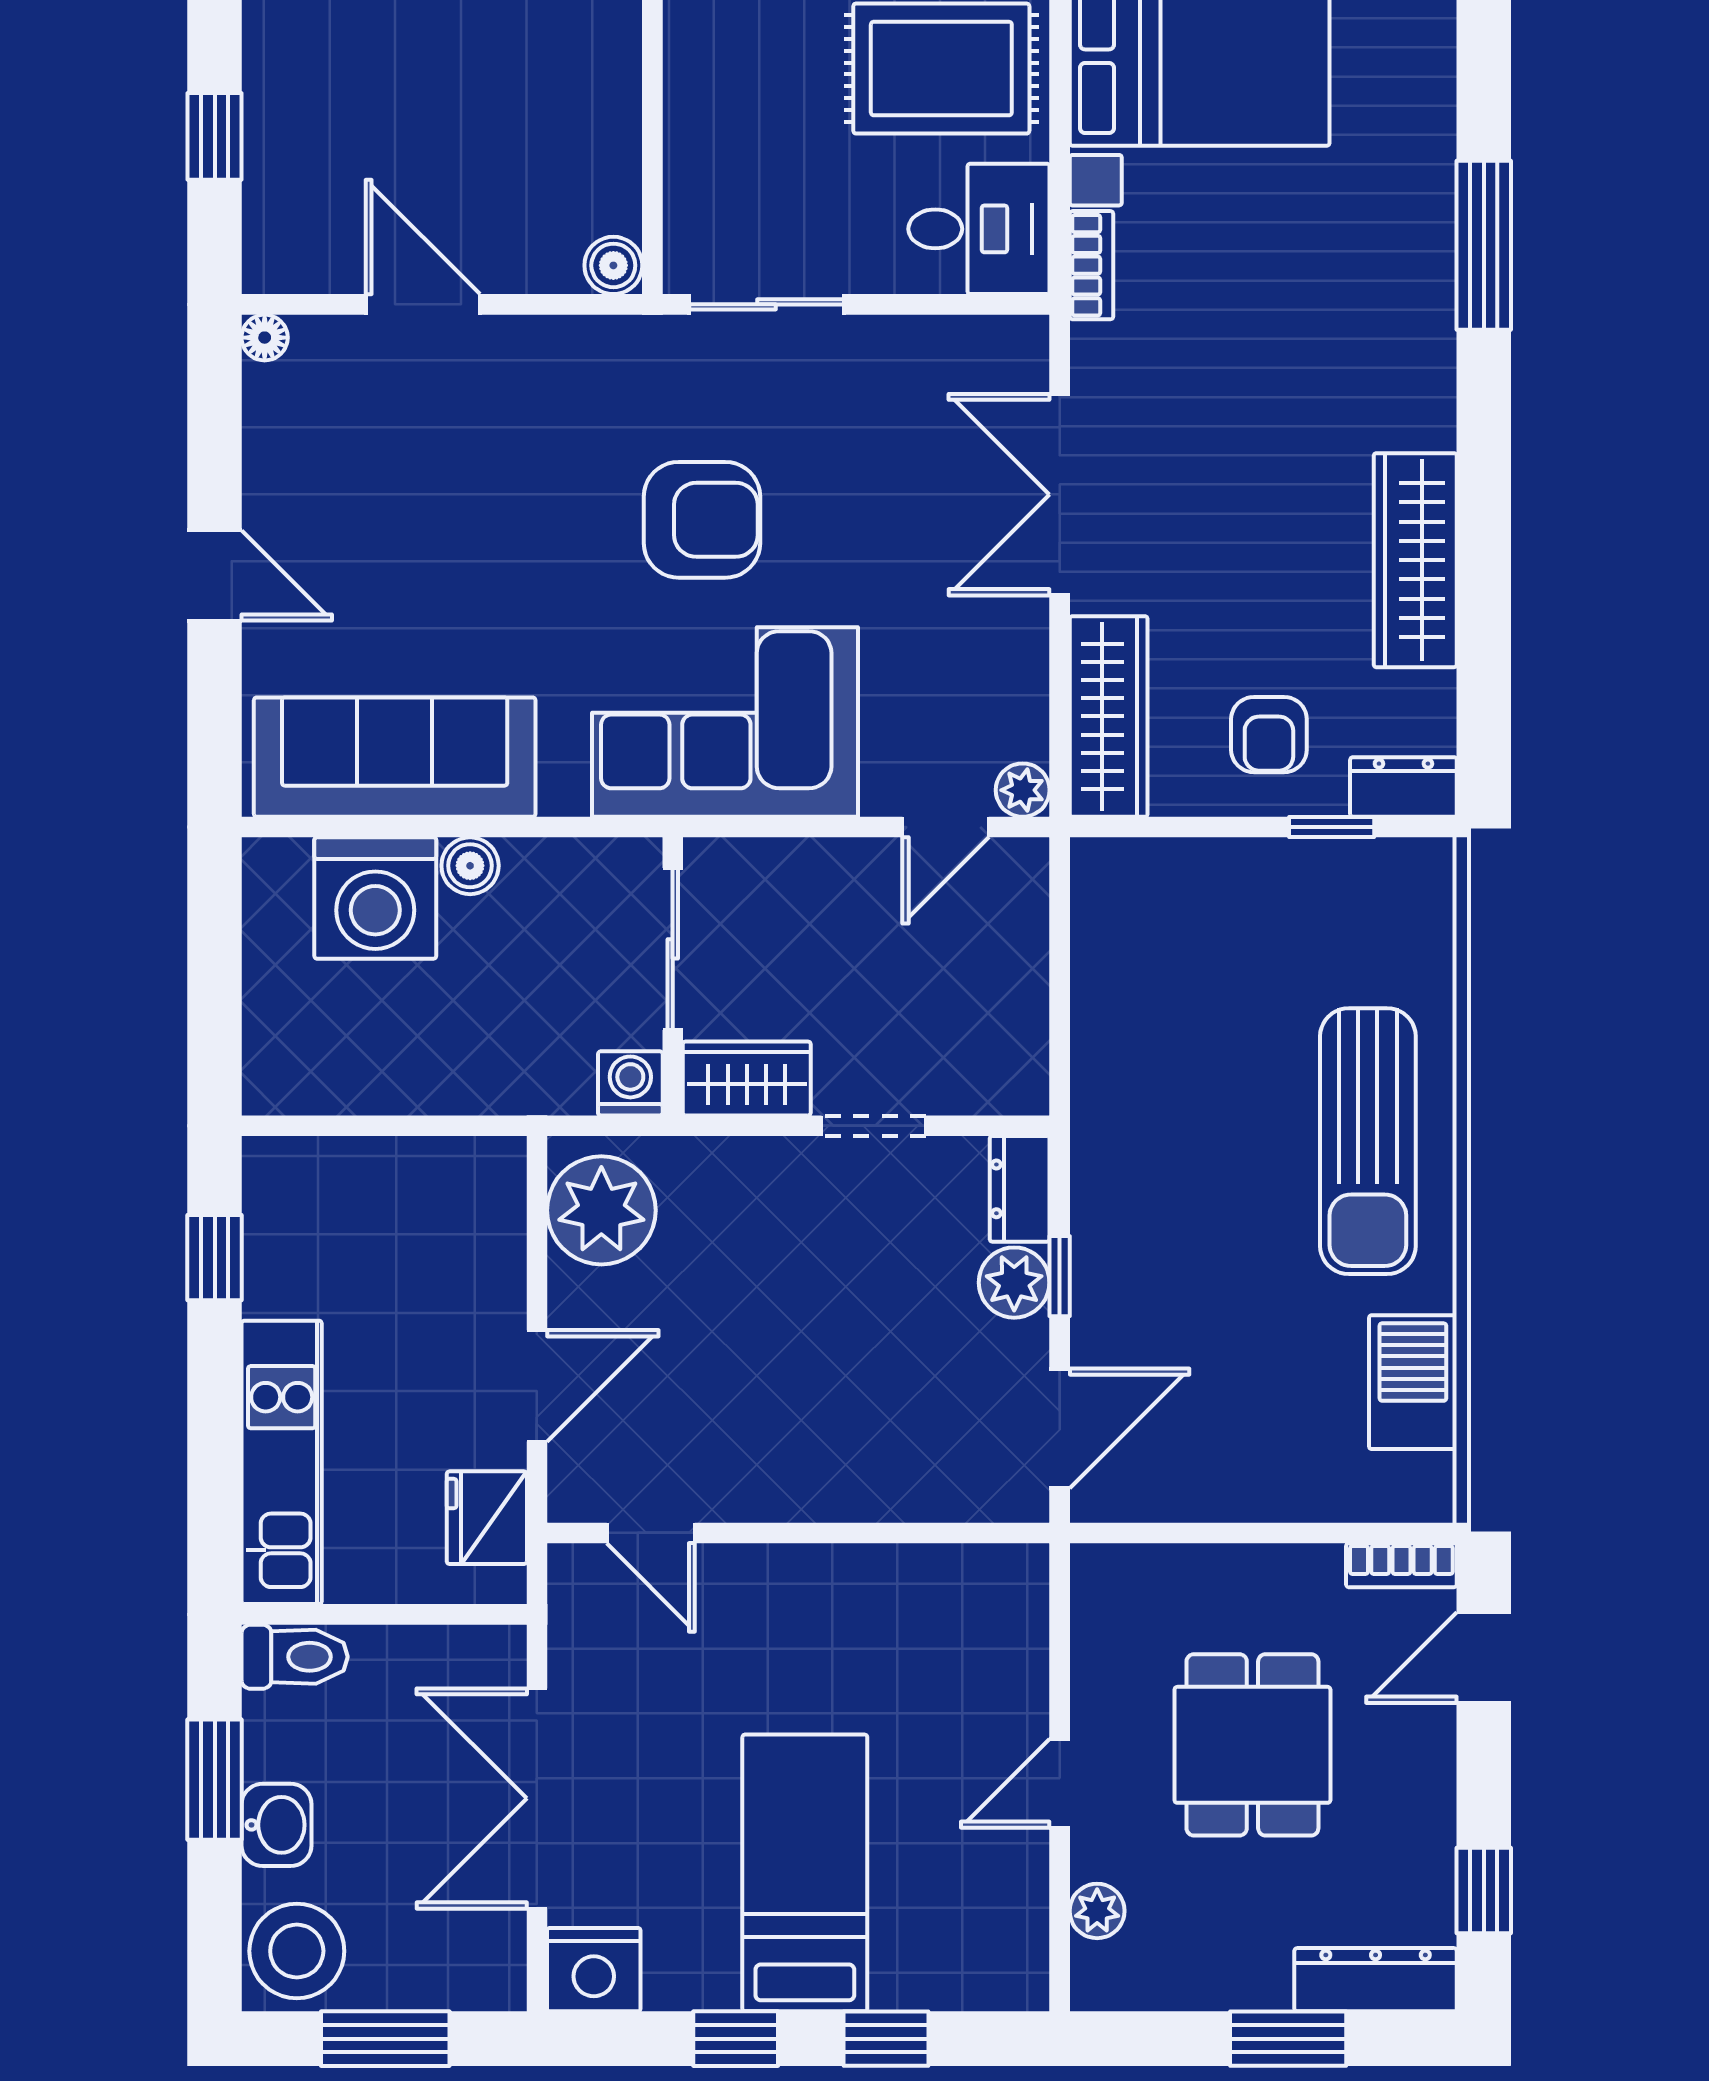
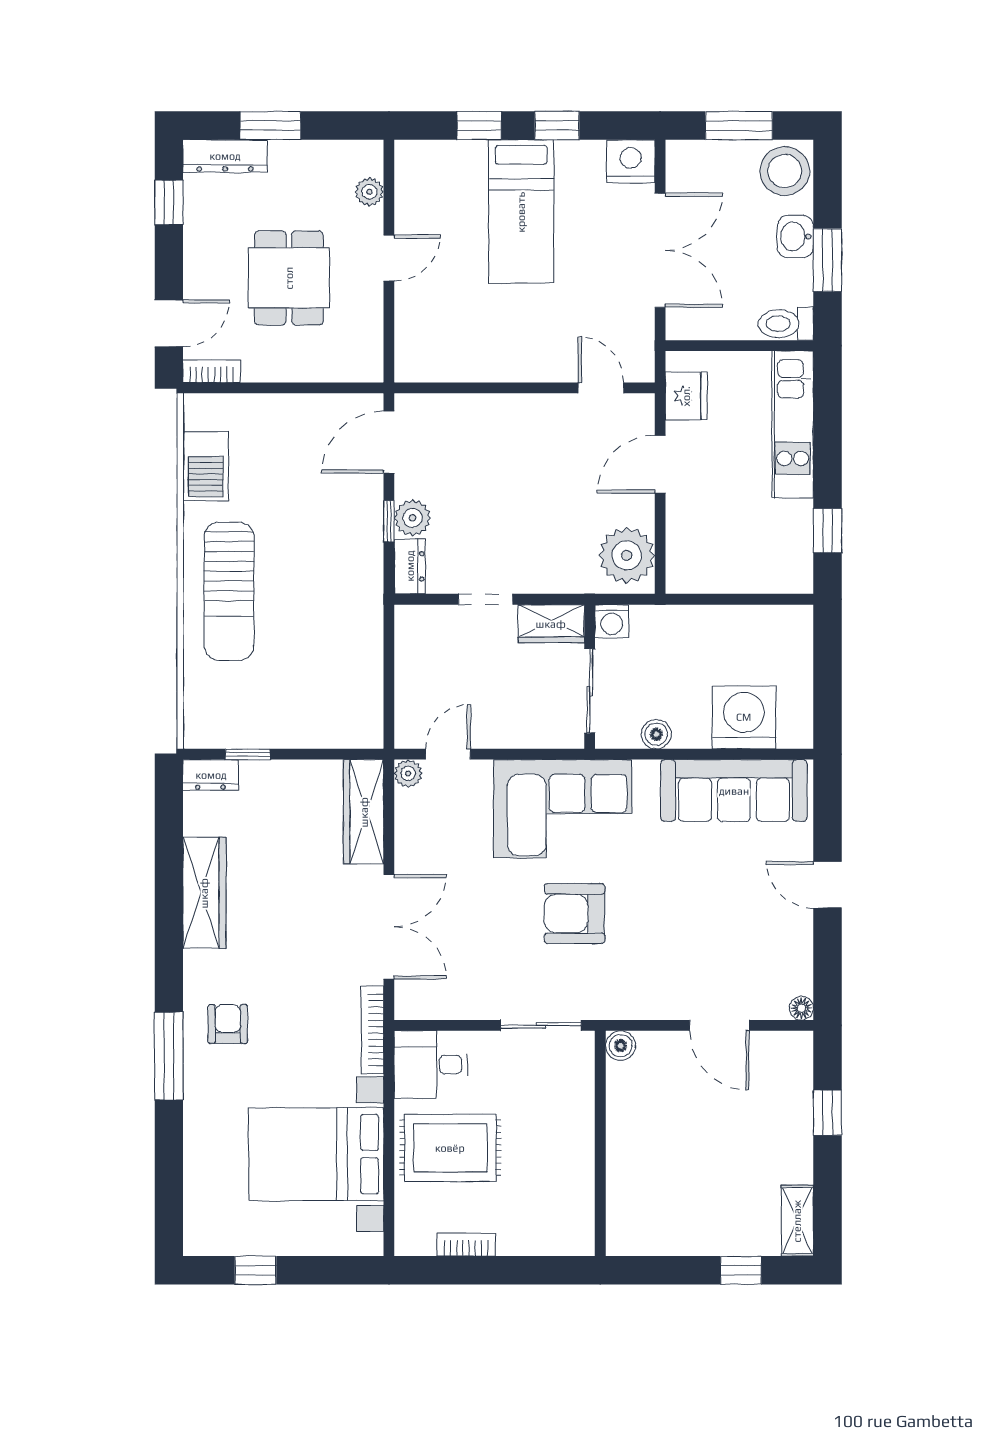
bookcase: (1091, 265) -> (372, 1030), width x1.56
armchair: (1269, 735) -> (228, 1024), moved
boiler: (470, 866) -> (656, 734), moved
sun lounger: (1368, 1141) -> (229, 591), turned 180

